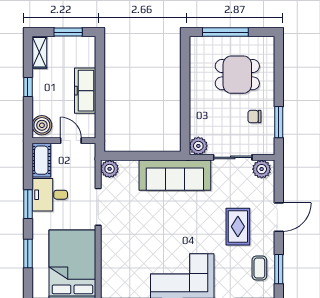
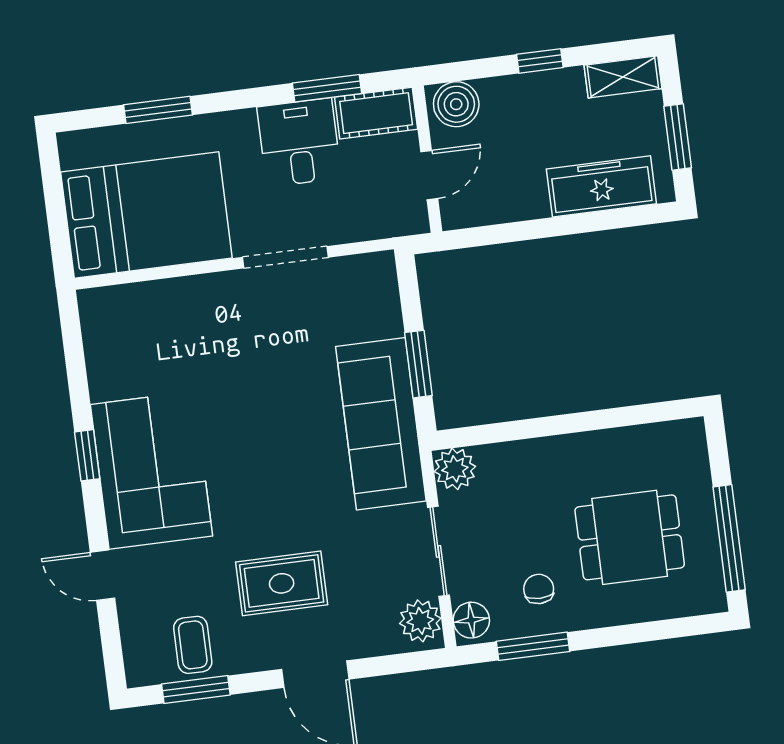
window: (225, 32) -> (729, 538), moved
dining table: (237, 75) -> (630, 537), turned 90
freezer: (85, 91) -> (601, 186), moved
floor lamp: (264, 147) -> (471, 620), added
window: (151, 156) -> (418, 364), added
plant: (110, 169) -> (376, 272), removed
window: (28, 204) -> (327, 88), moved
coffee table: (259, 268) -> (193, 645), turned 90

